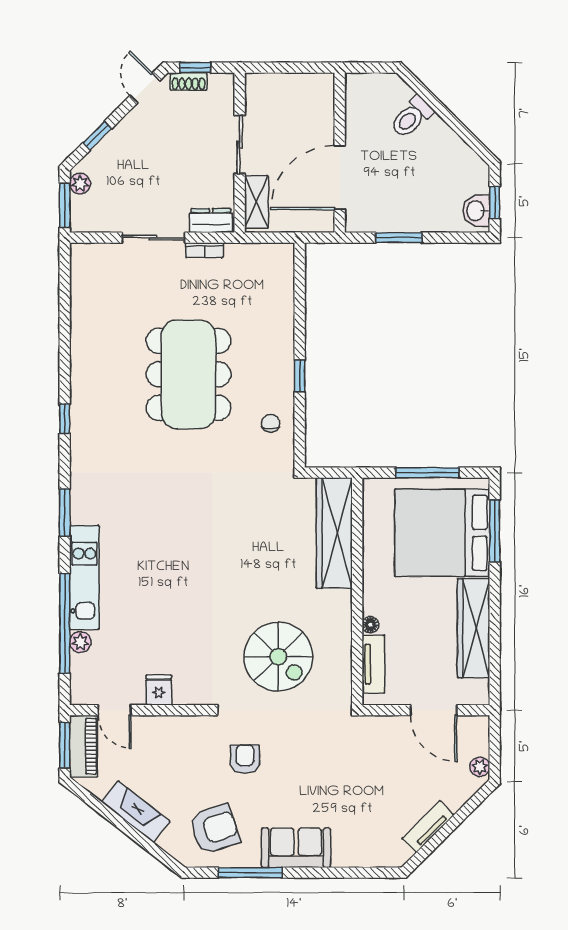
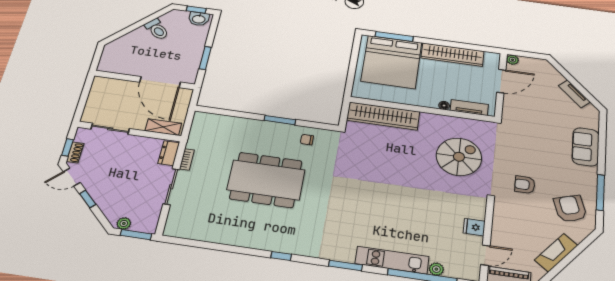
toilet: (412, 117) -> (157, 29), moved
window: (97, 136) -> (88, 199), moved
sliding door: (240, 145) -> (110, 129), moved
window: (300, 376) -> (280, 120), width x1.50
window: (427, 473) -> (353, 64), removed
plant: (480, 767) -> (513, 60), moved
sofa: (296, 848) -> (586, 147), moved

